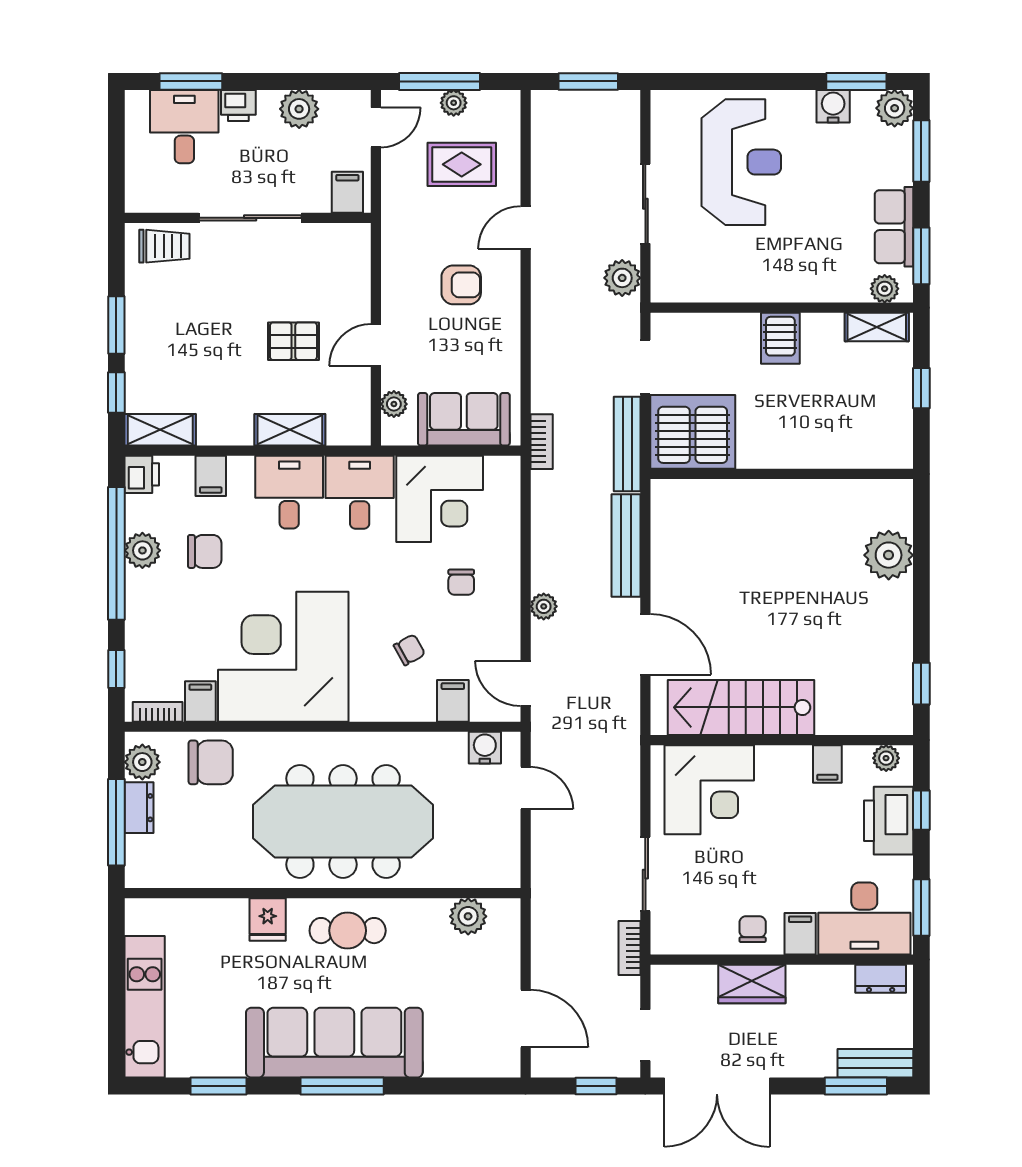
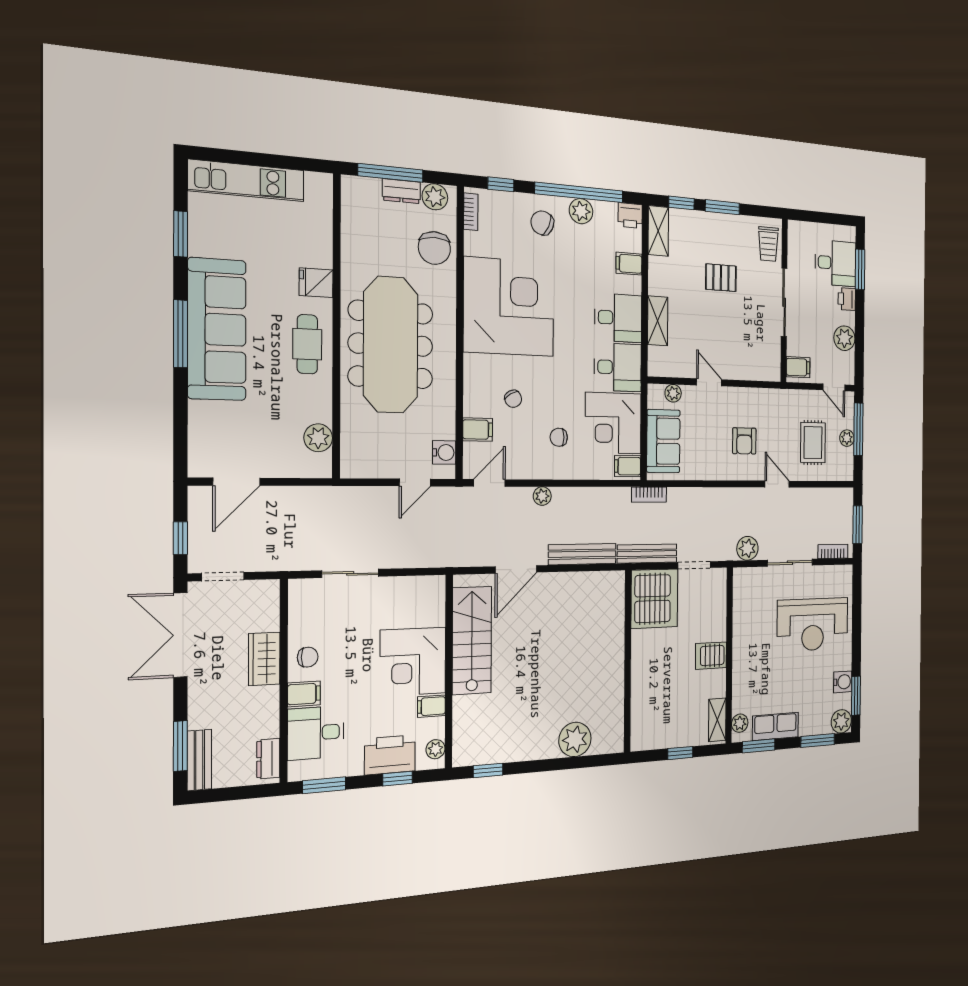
pallet: (293, 341) -> (721, 278), moved, turned 90
chair: (205, 551) -> (542, 223), moved, turned 114
filing cabinet: (200, 701) -> (628, 466), moved, turned 180
corner desk: (709, 790) -> (413, 662), moved
desk: (864, 918) -> (316, 733), width x0.73
bookcase: (629, 948) -> (833, 551), moved

